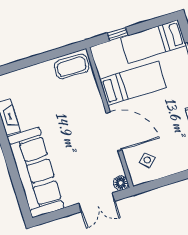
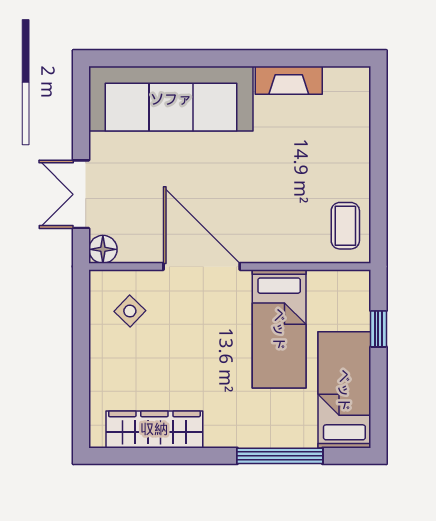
coffee table: (72, 67) -> (345, 226), width x0.73, depth x0.77
door: (114, 131) -> (202, 266), swing flipped

